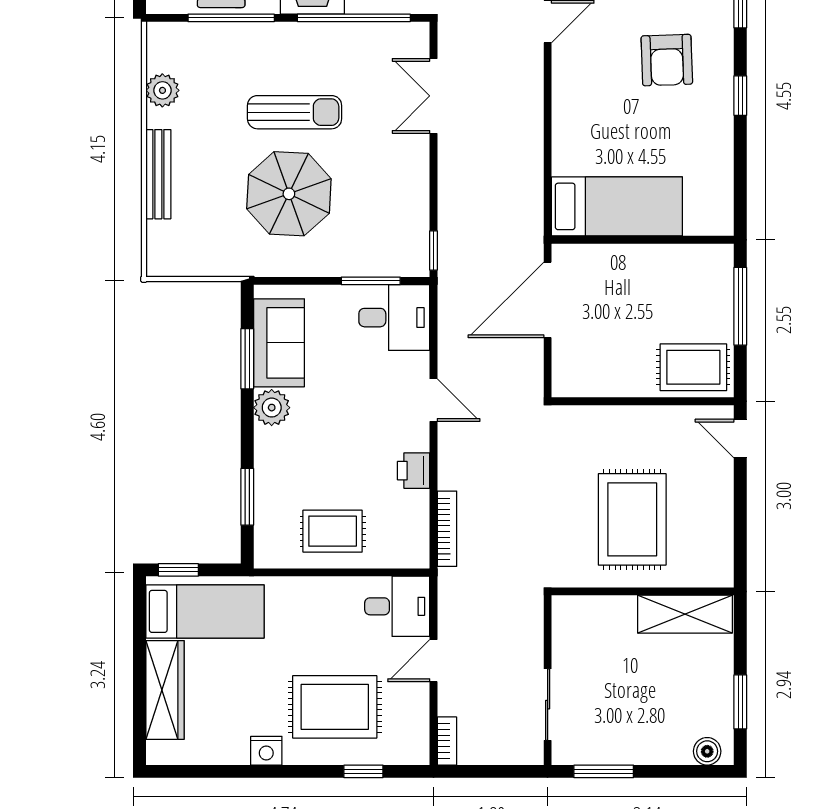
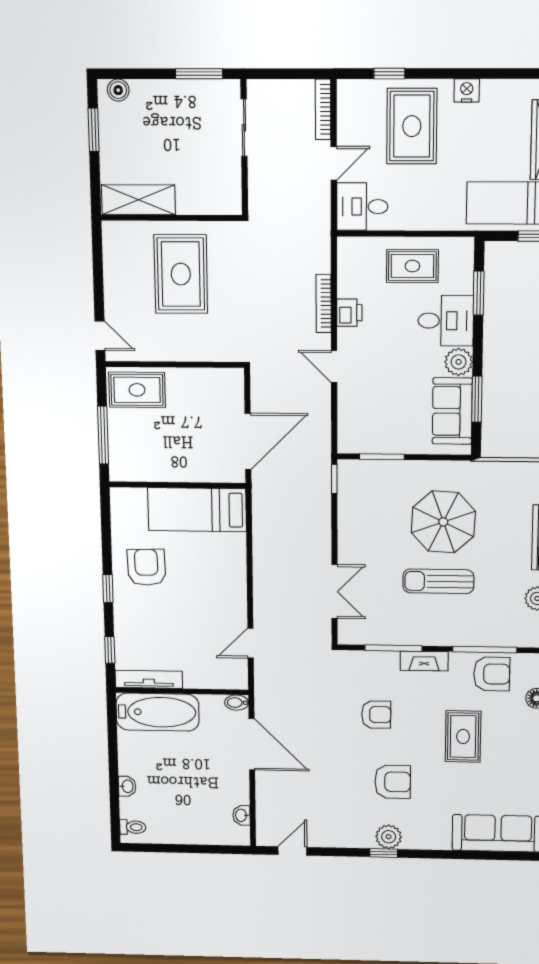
window: (354, 18) -> (394, 648), width x0.68
armchair: (667, 60) -> (146, 567), moved
desk: (394, 318) -> (446, 321), moved, turned 180
bookcase: (447, 529) -> (324, 304), moved
rug: (335, 707) -> (412, 126), turned 90
bookcase: (447, 741) -> (323, 109), width x1.56

